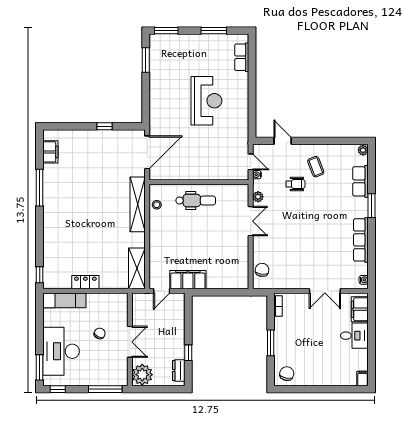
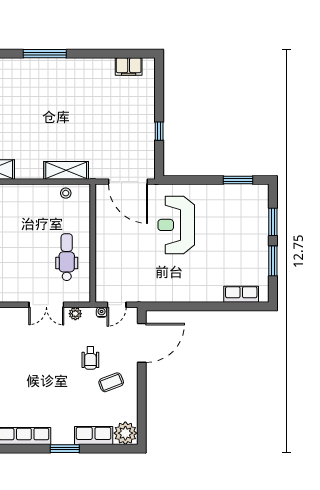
window: (166, 31) -> (273, 222), moved
reception desk: (206, 101) -> (176, 225), moved, turned 90
door: (283, 141) -> (142, 343), width x1.87
plant: (363, 150) -> (125, 433), width x1.87, depth x1.87
window: (40, 188) -> (45, 54), moved
dental chair: (196, 200) -> (67, 257), moved, turned 180
shelving: (138, 204) -> (66, 170), width x0.68

